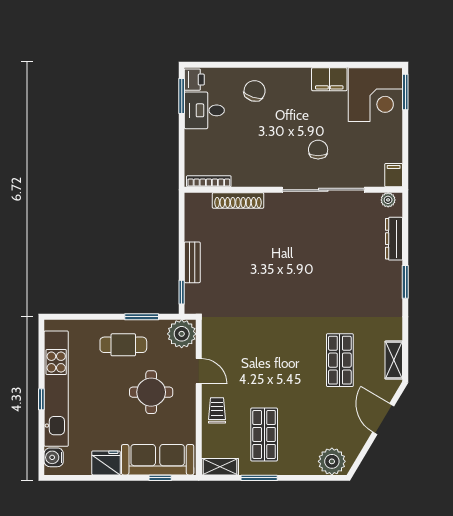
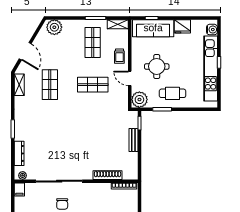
shop shelf: (264, 360) -> (93, 85), added

